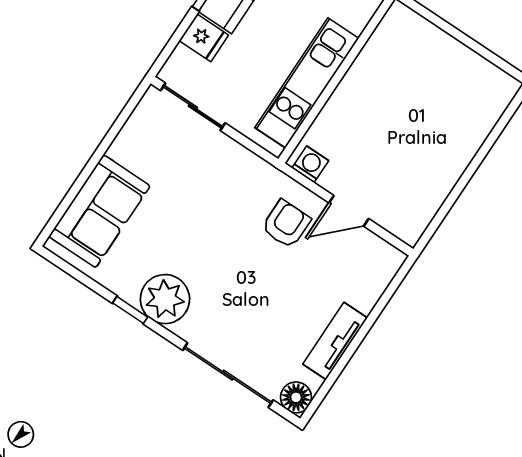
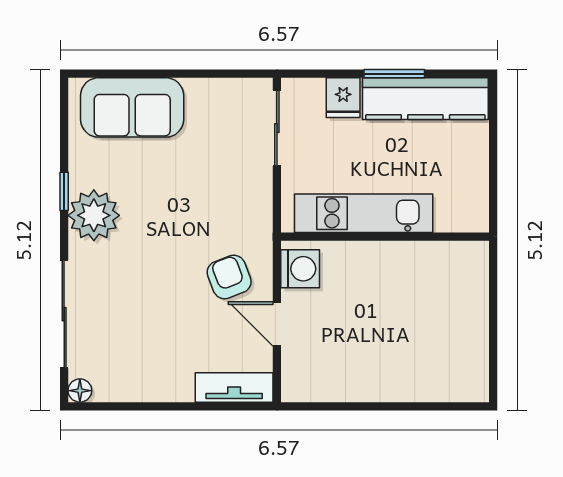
washing machine: (310, 164) -> (300, 269), width x1.38, depth x1.38
armchair: (286, 224) -> (229, 277), turned -111
tv unit: (335, 341) -> (234, 387), moved
floor lamp: (296, 397) -> (80, 391), width x0.73, depth x0.73

